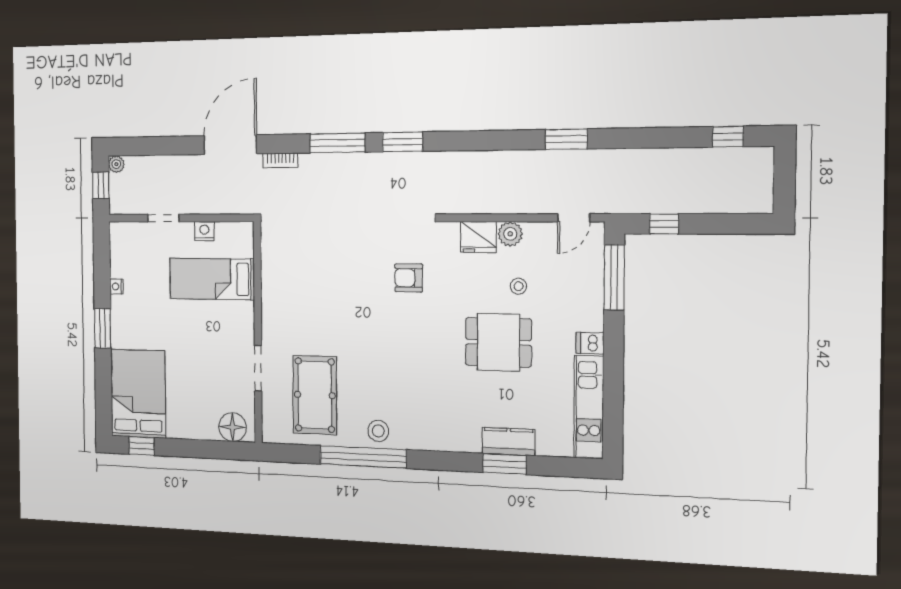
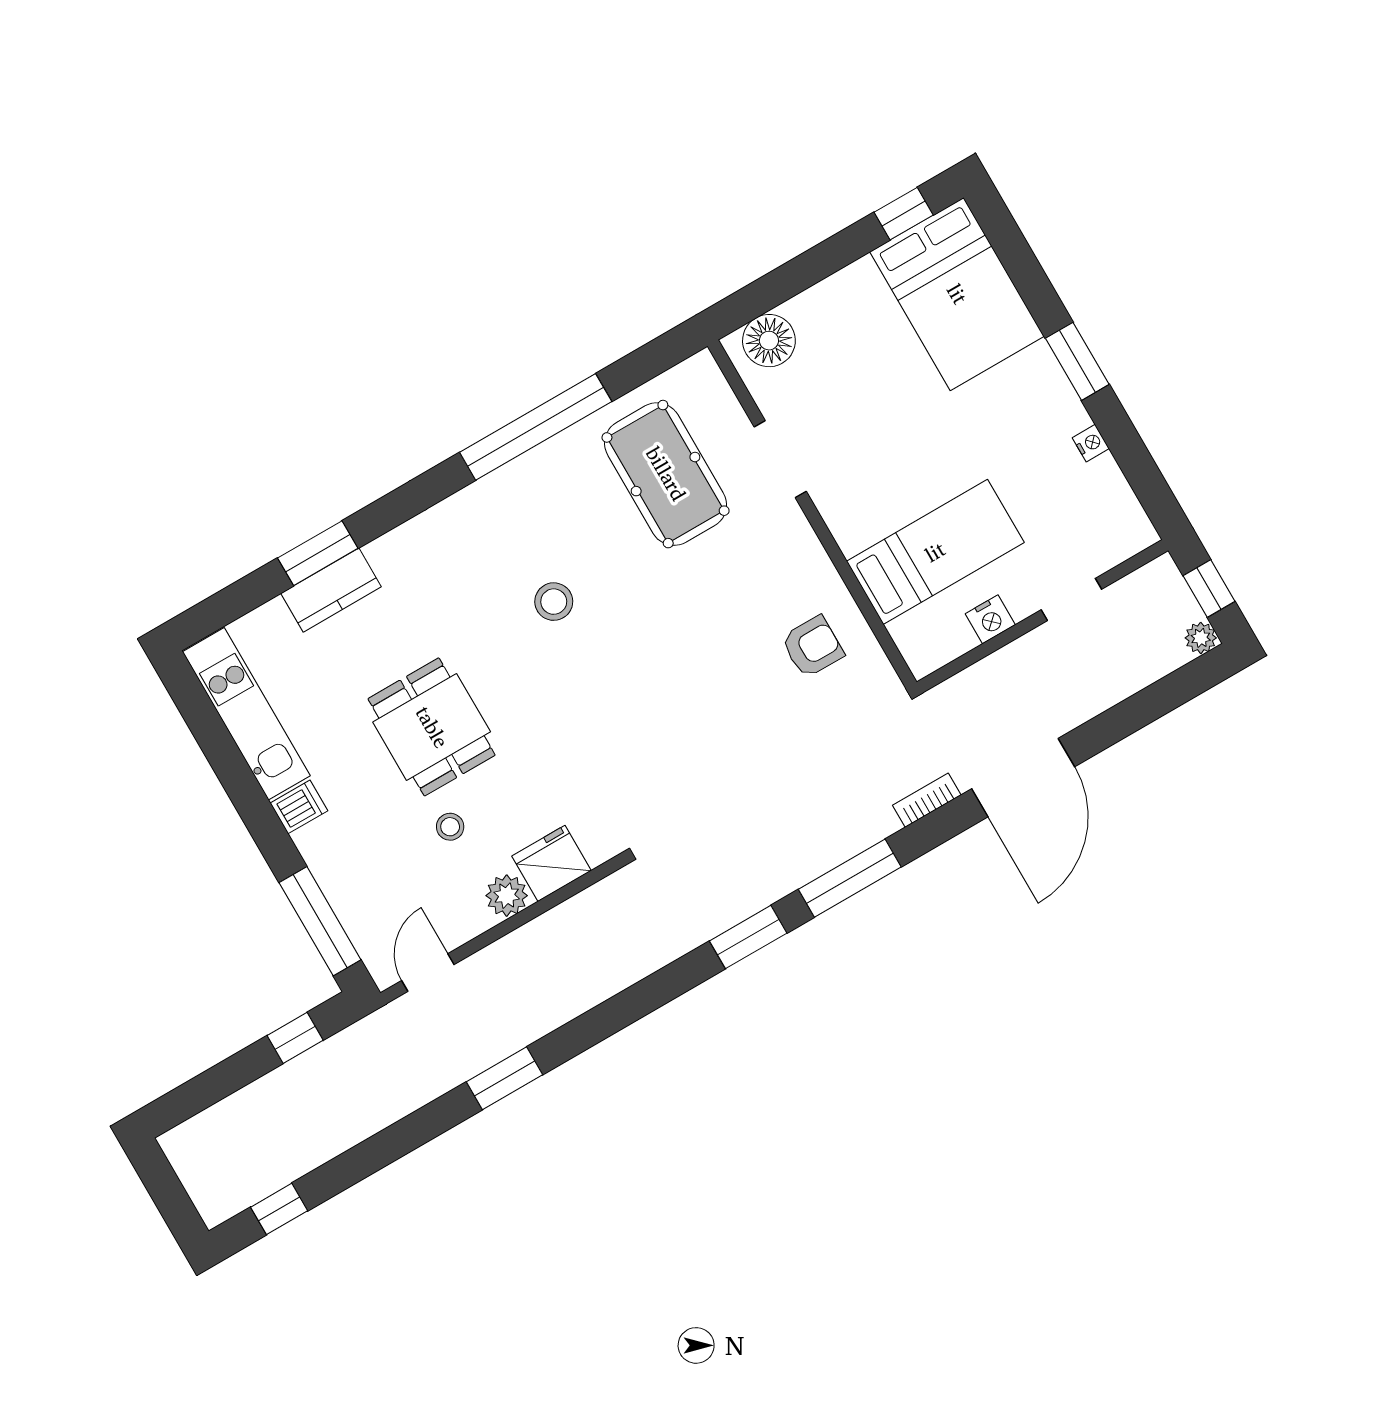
armchair: (409, 278) -> (812, 647), moved
dining table: (498, 342) -> (432, 727), turned 90
stool: (378, 431) -> (554, 602), moved

